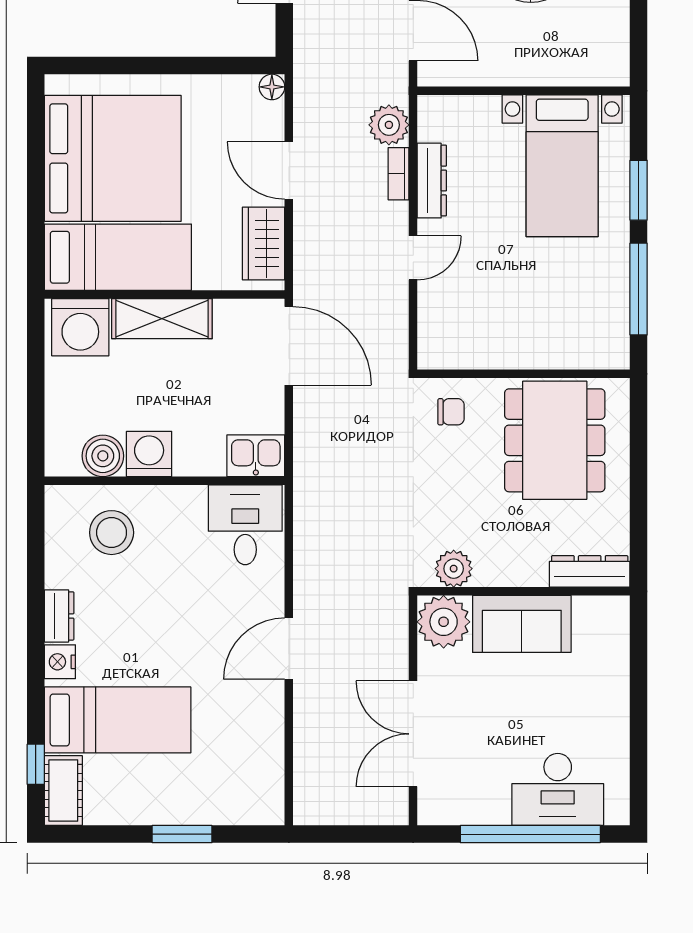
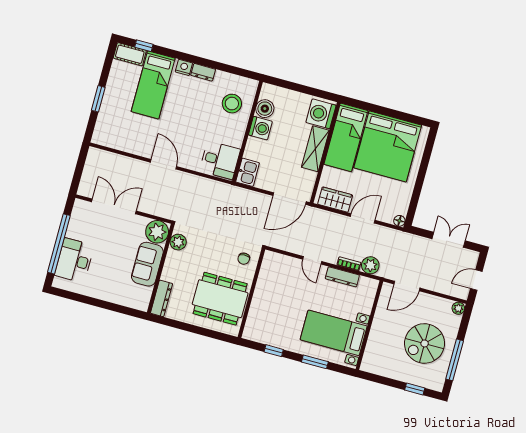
window: (639, 289) -> (274, 351), width x0.46

